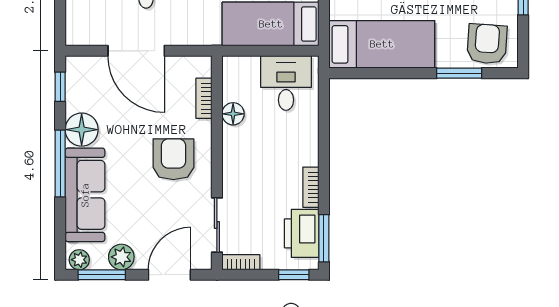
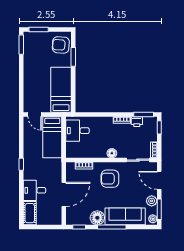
floor lamp: (233, 114) -> (112, 153), moved
printer: (302, 233) -> (137, 122), width x0.53, depth x0.68

